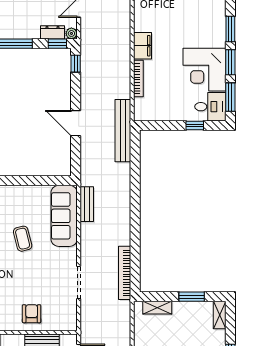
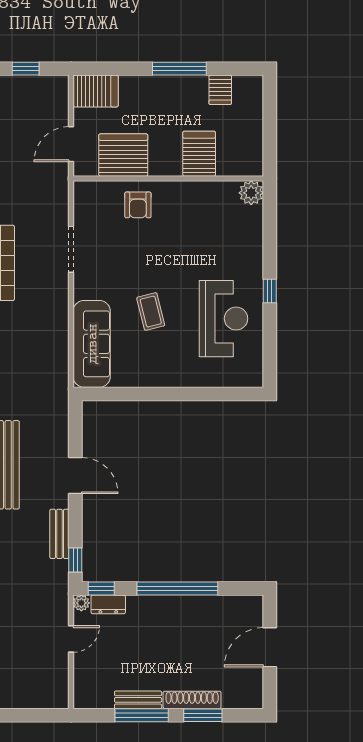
bench: (87, 204) -> (59, 534), moved

